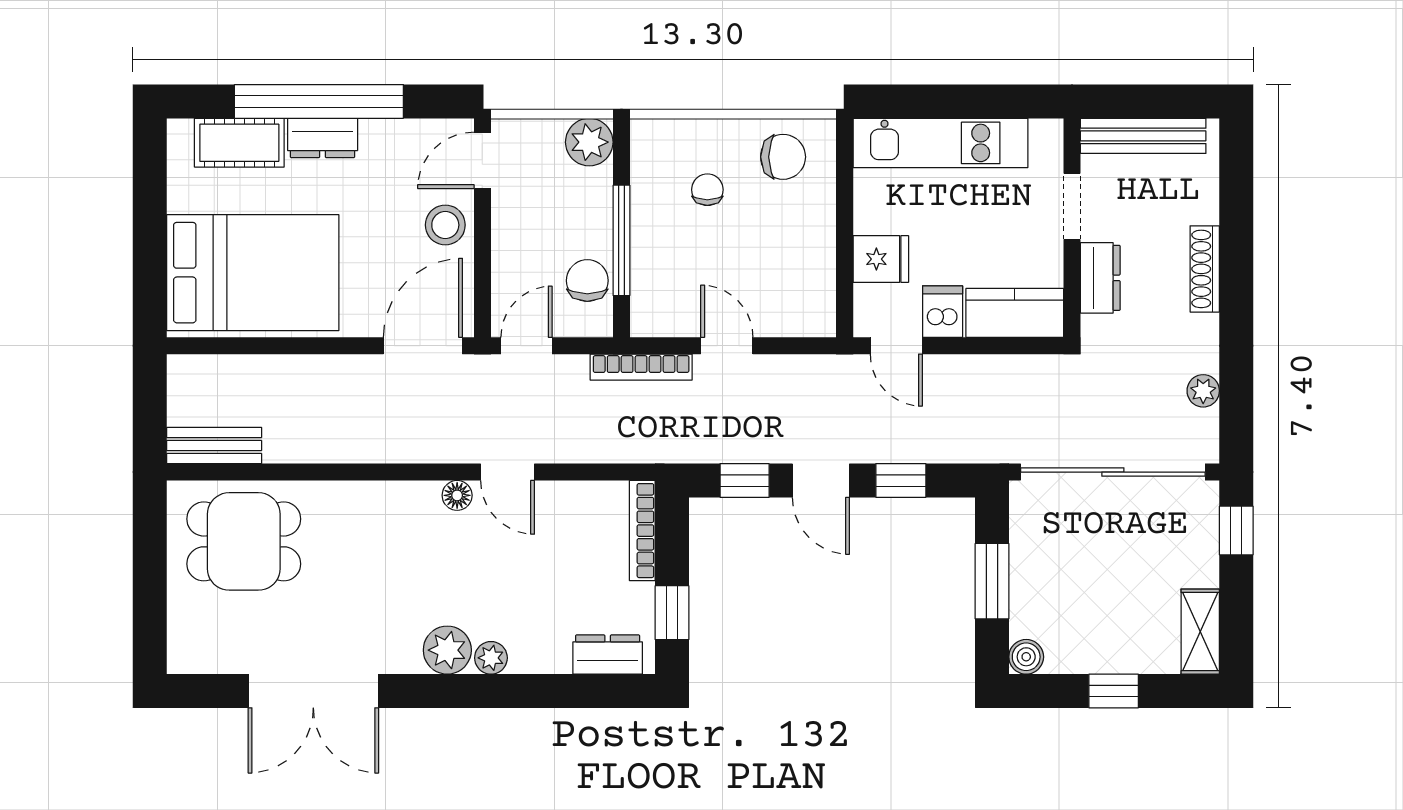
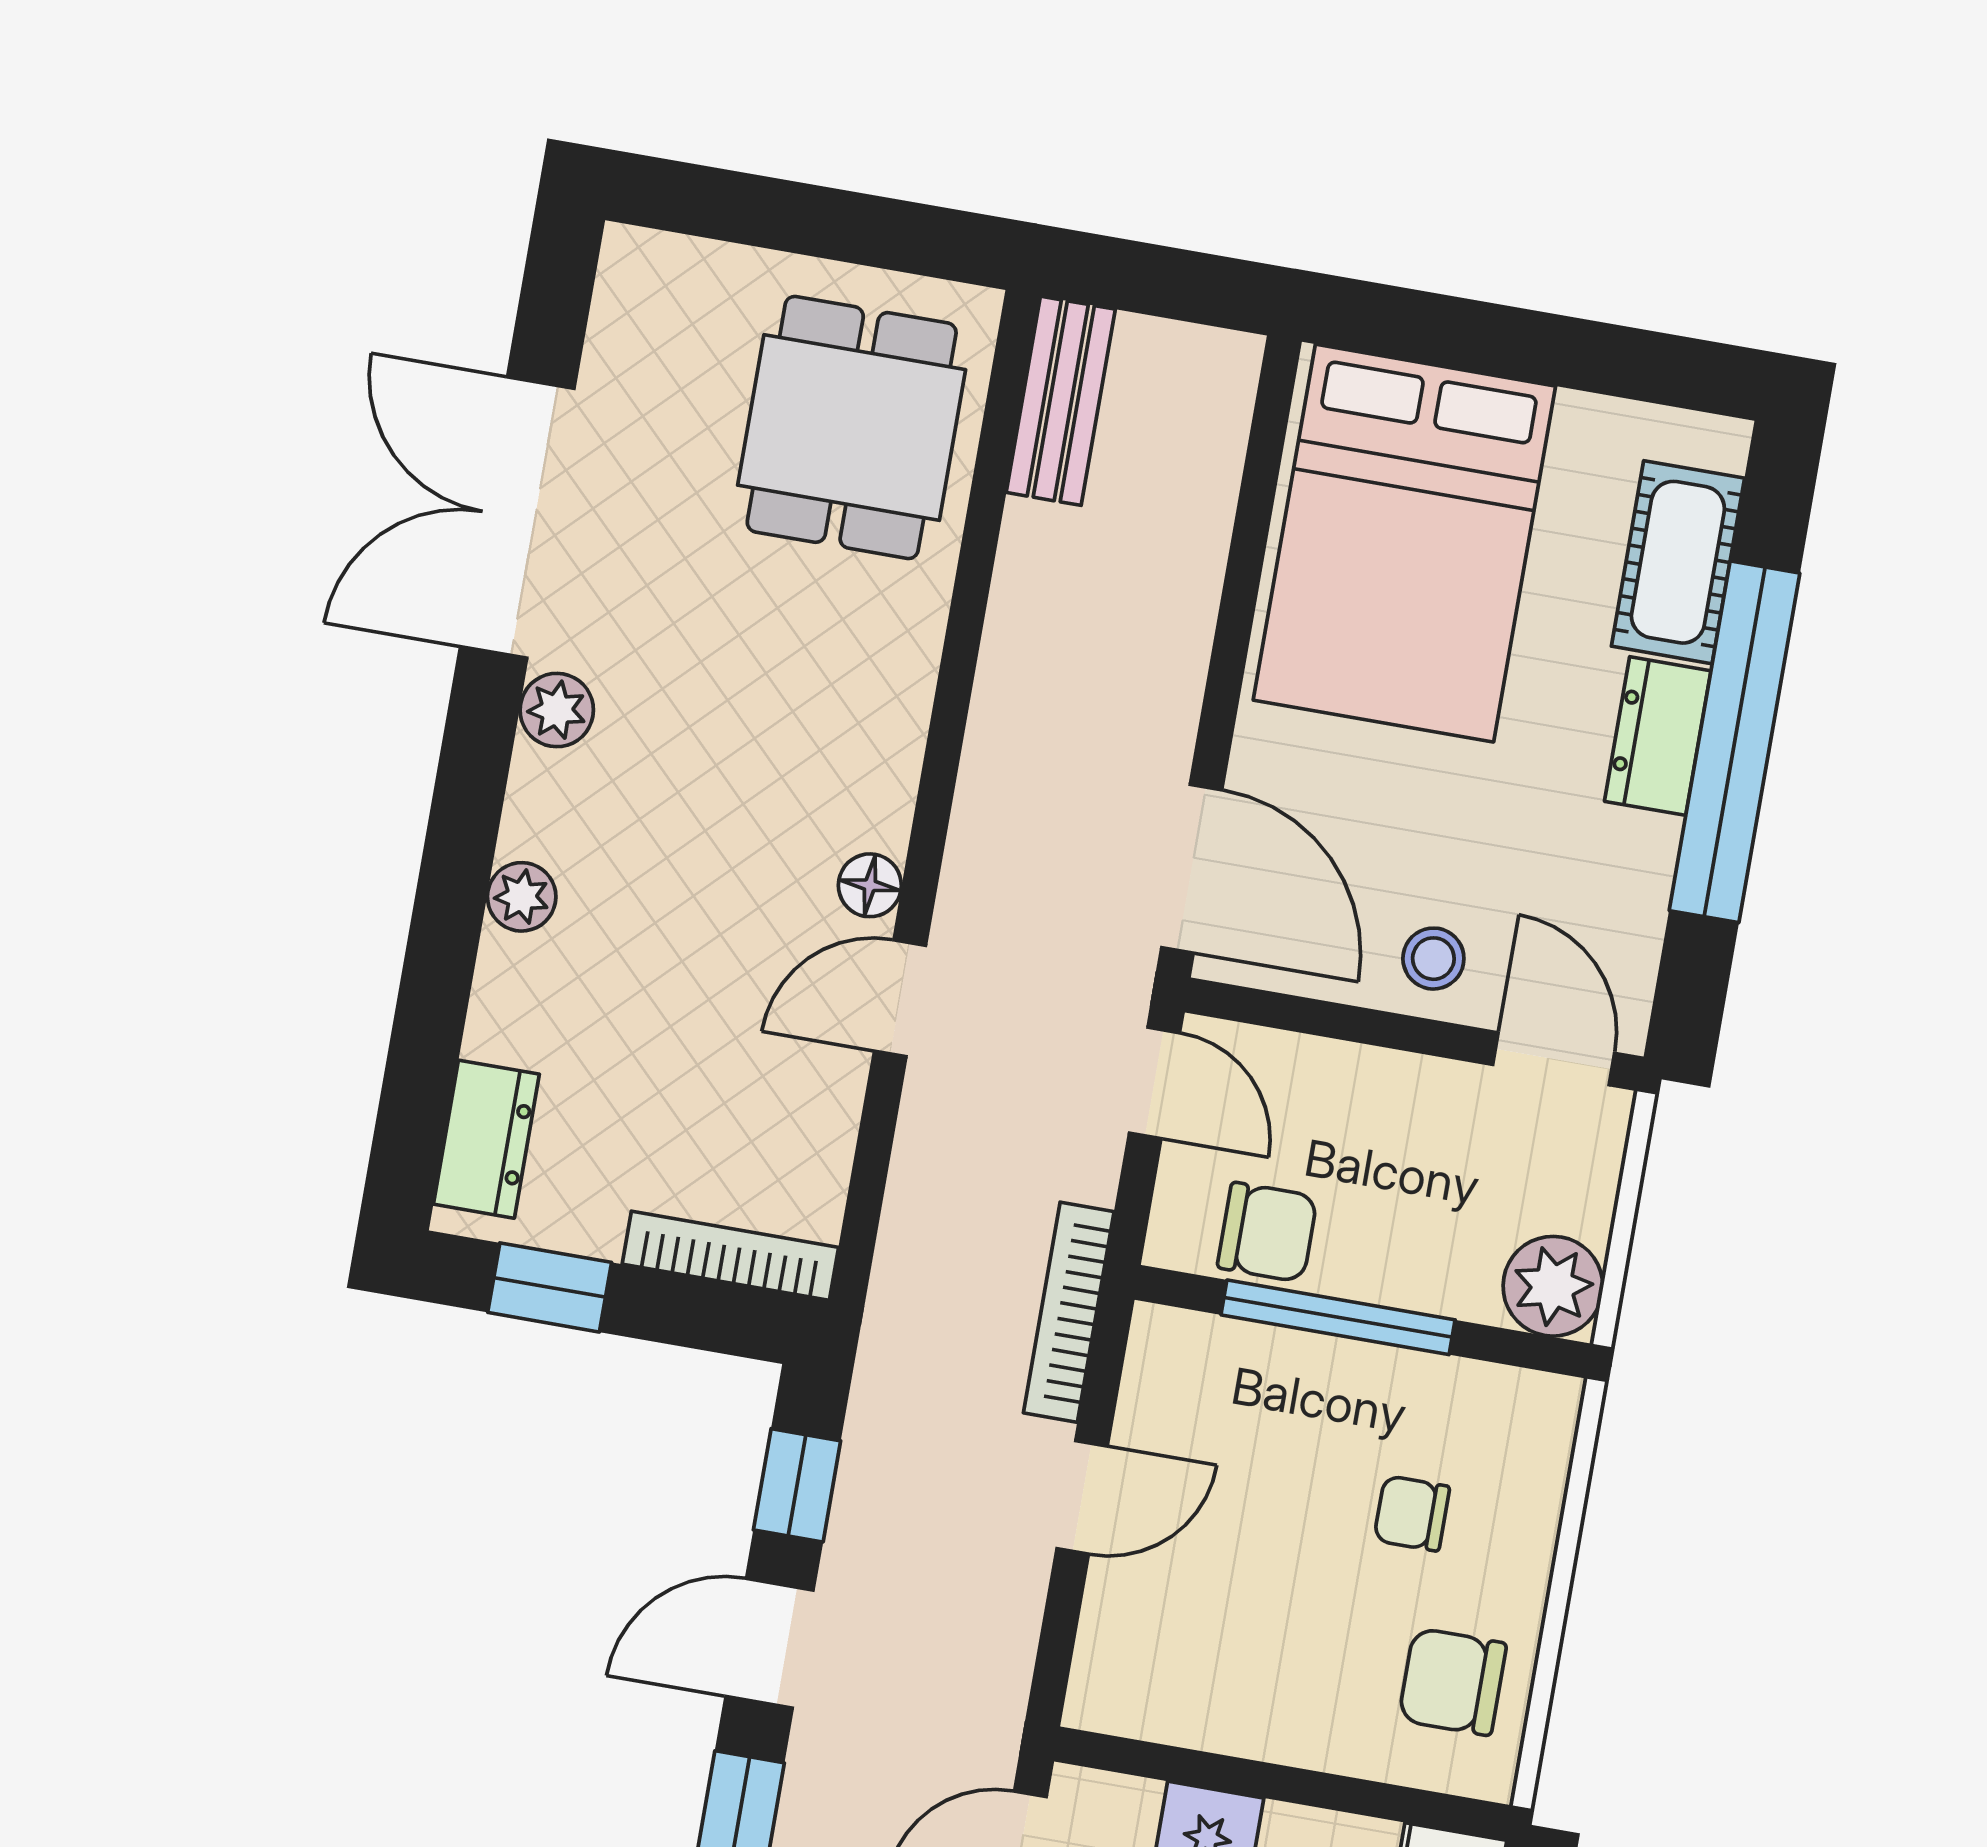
chair: (783, 157) -> (1452, 1682), turned 90
chair: (707, 190) -> (1412, 1513), turned 180
stool: (445, 225) -> (1433, 959), width x0.73, depth x0.73
plant: (447, 650) -> (557, 710), moved, width x0.73, depth x0.73

